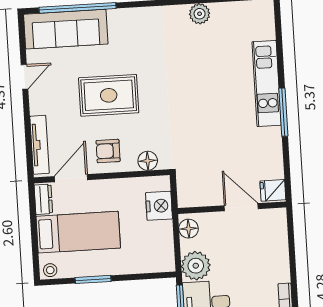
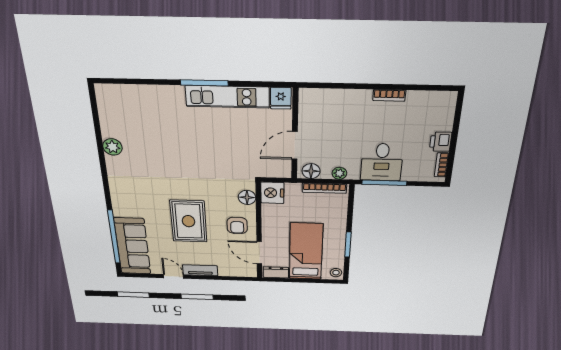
kitchen unit: (267, 83) -> (227, 97), moved
tv unit: (40, 145) -> (200, 270), moved, width x0.71
nightstand: (159, 206) -> (272, 193), moved, turned -90
door: (241, 207) -> (295, 145), moved
bookcase: (168, 245) -> (324, 188), added
plant: (196, 266) -> (339, 173), width x0.53, depth x0.53

